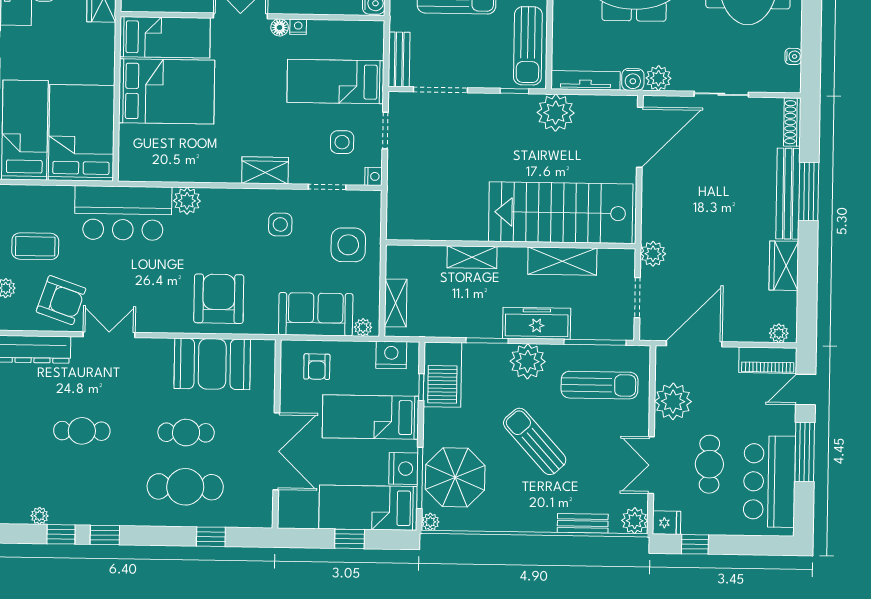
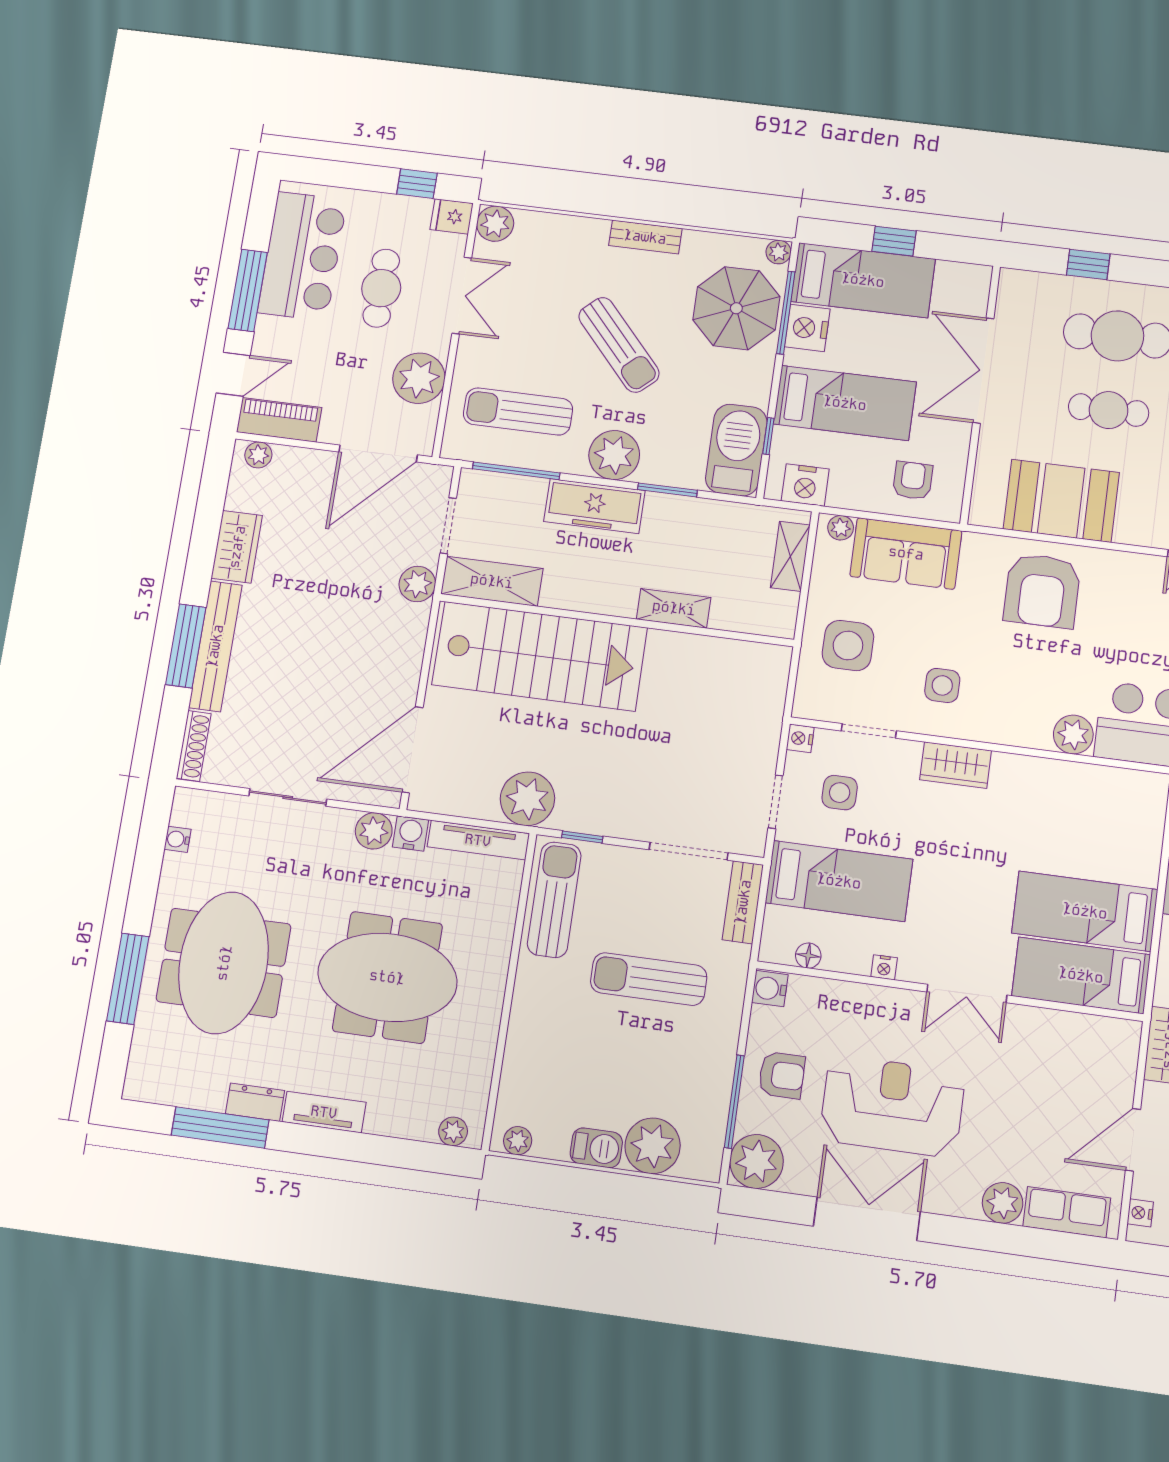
floor lamp: (280, 27) -> (808, 956), moved
bed: (167, 91) -> (1085, 911), width x0.67
shelving: (562, 261) -> (492, 581), moved
bench: (583, 523) -> (645, 237), moved

